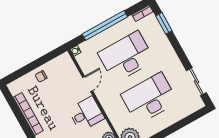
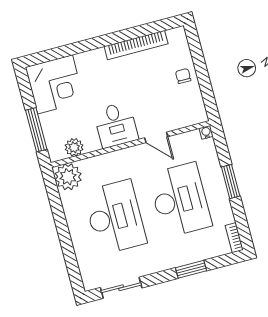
window: (164, 23) -> (191, 269), moved
window: (105, 25) -> (231, 182), width x0.47

